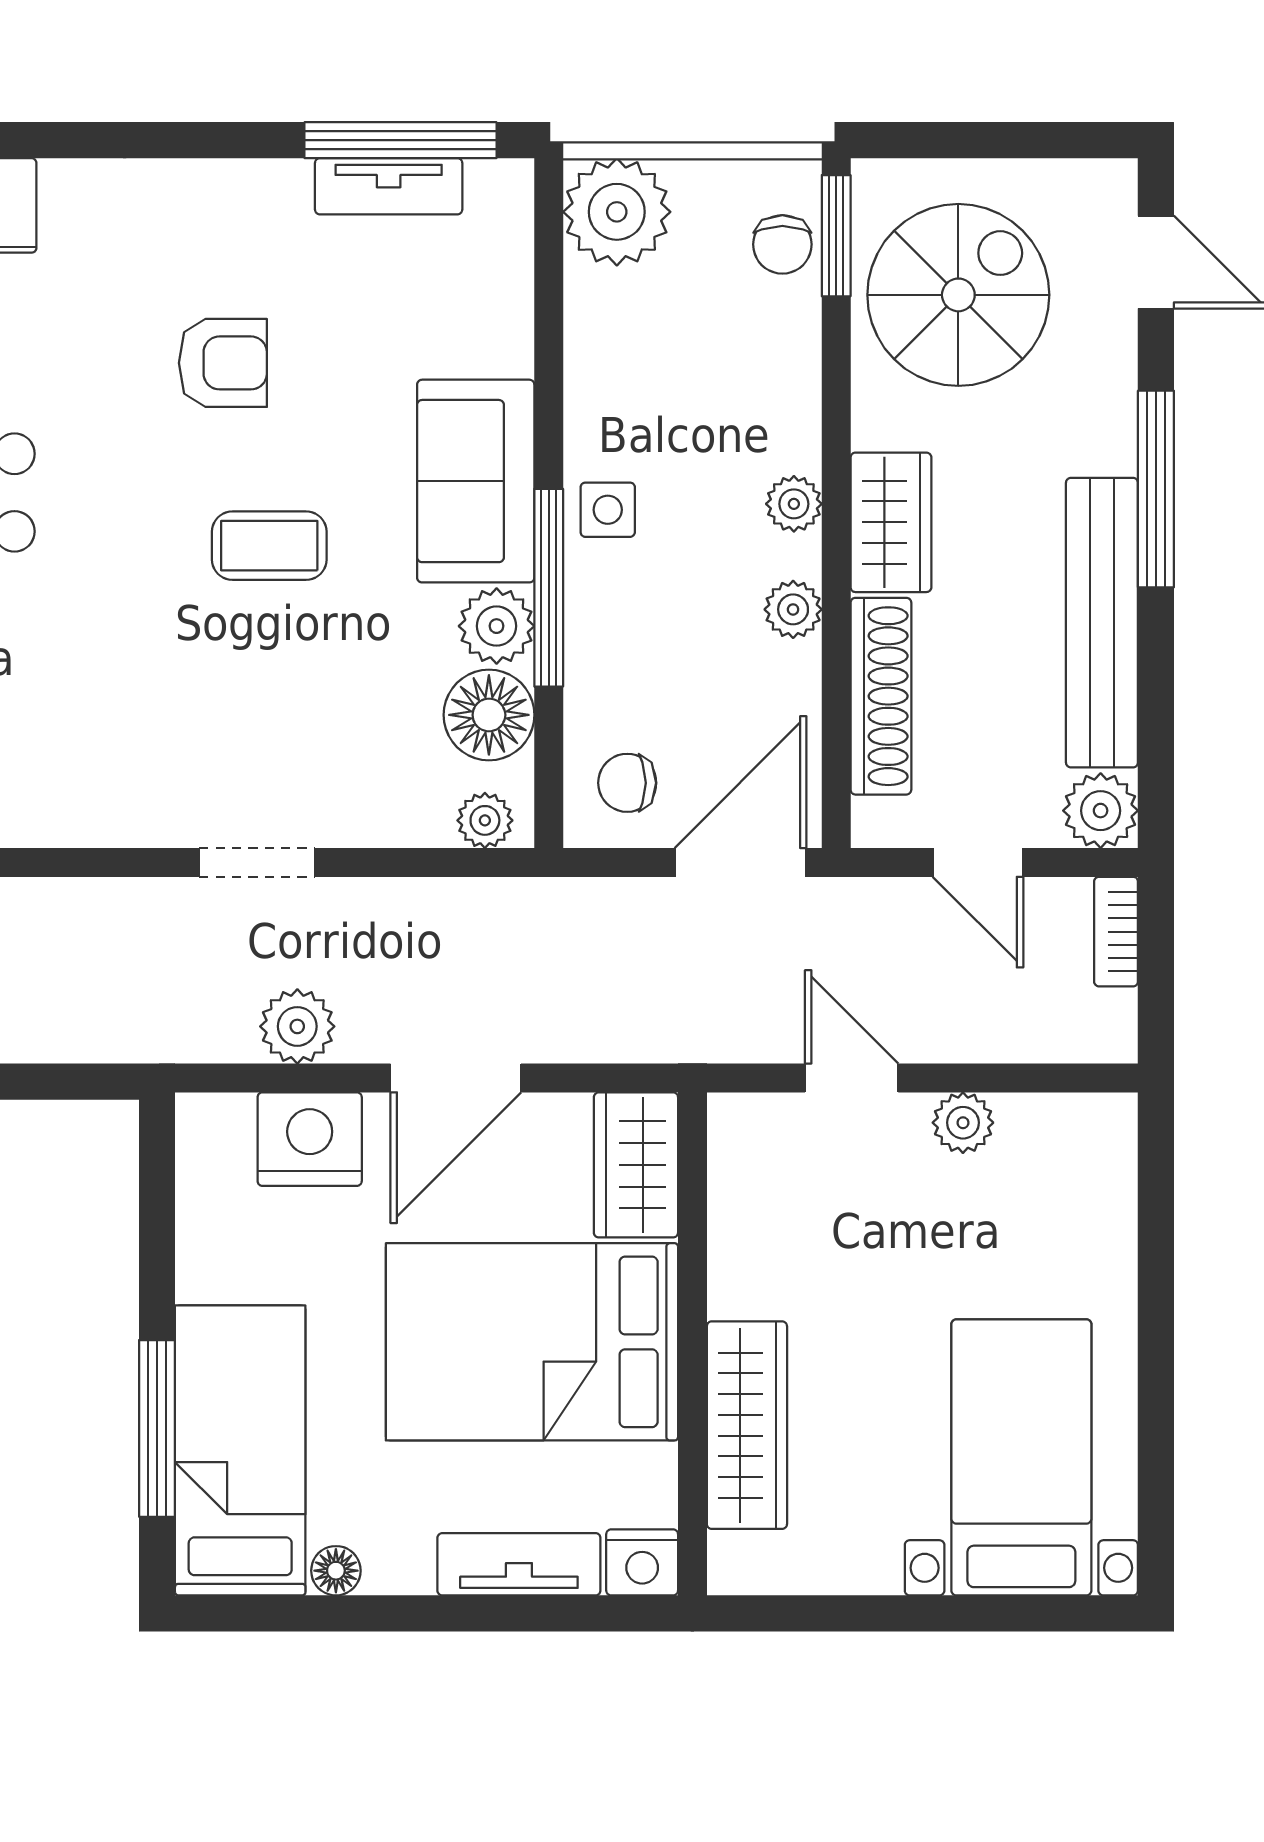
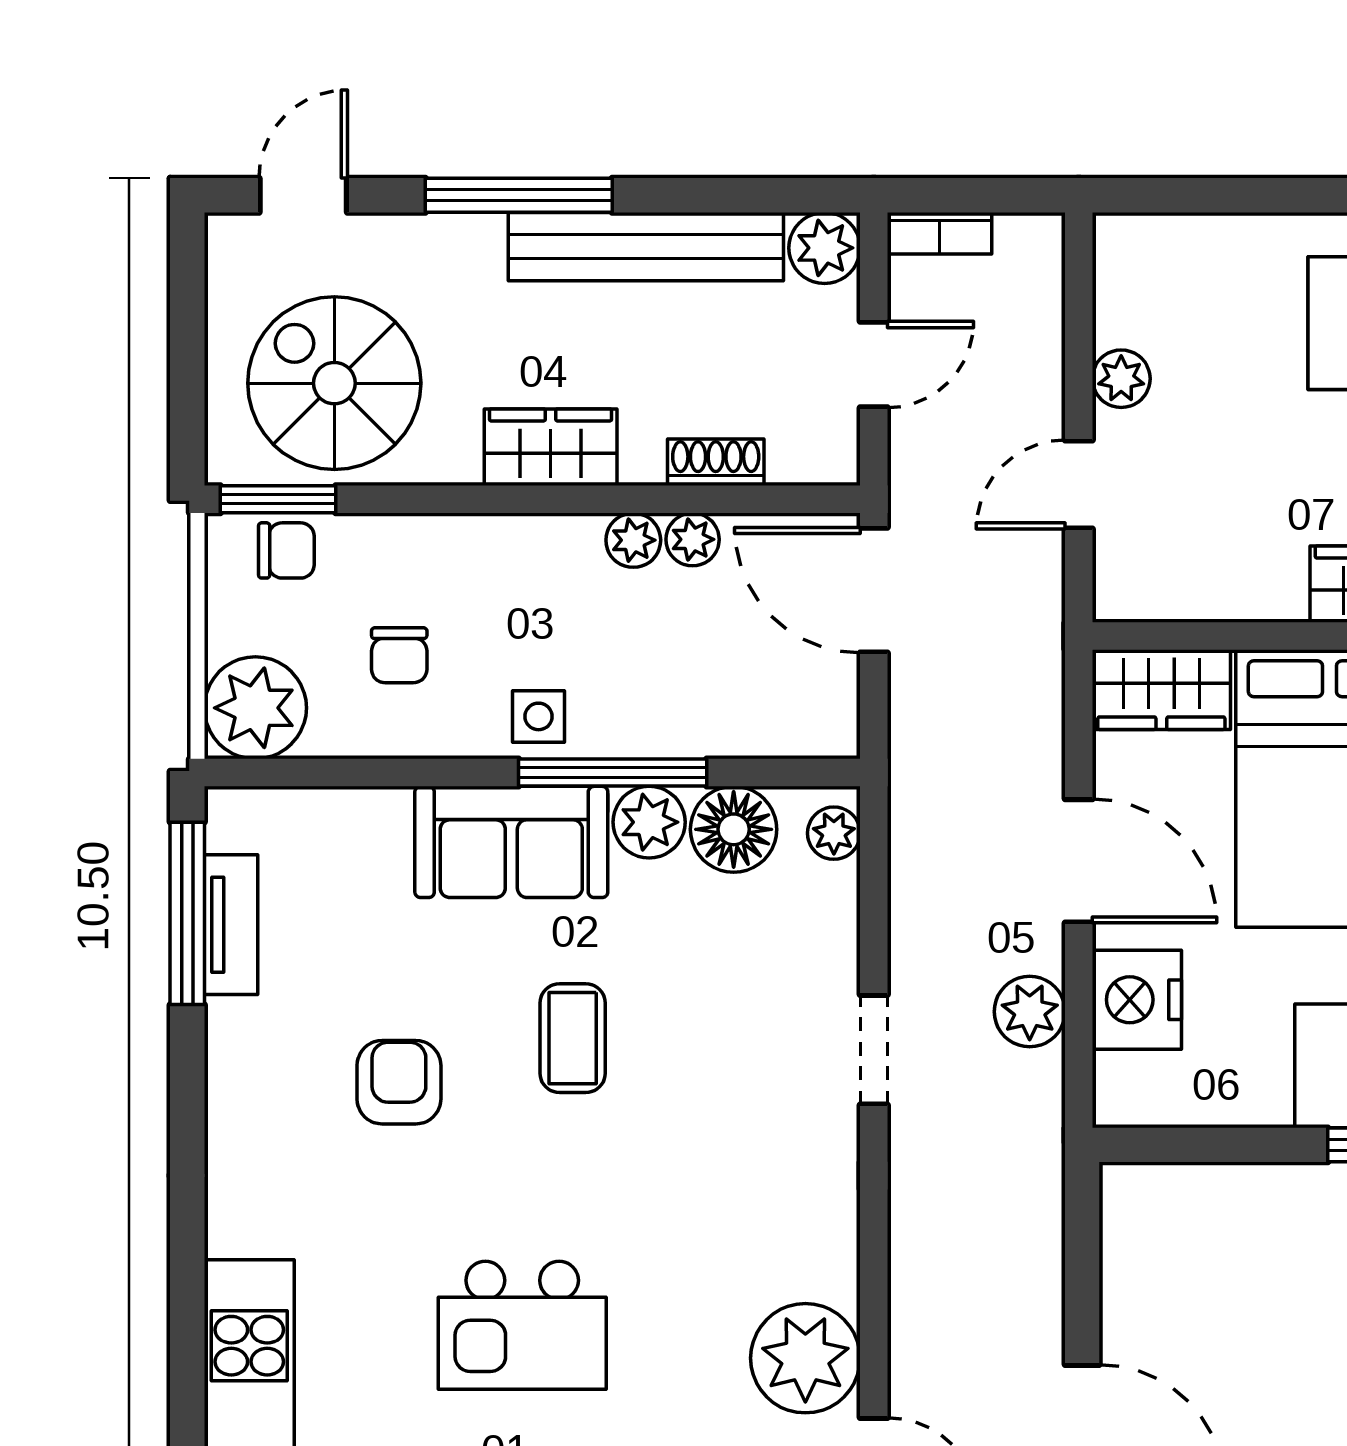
plant: (794, 504) -> (693, 539), moved
shoe rack: (881, 696) -> (716, 462), width x0.51, depth x0.81
chair: (627, 783) -> (399, 655), moved

